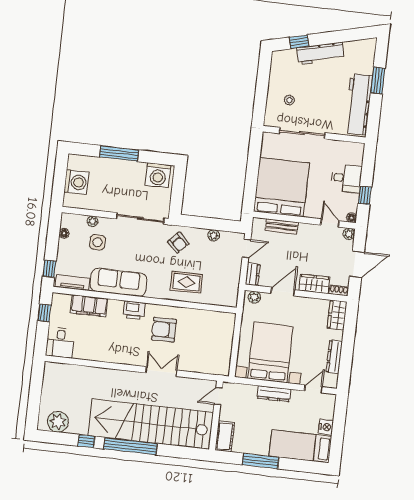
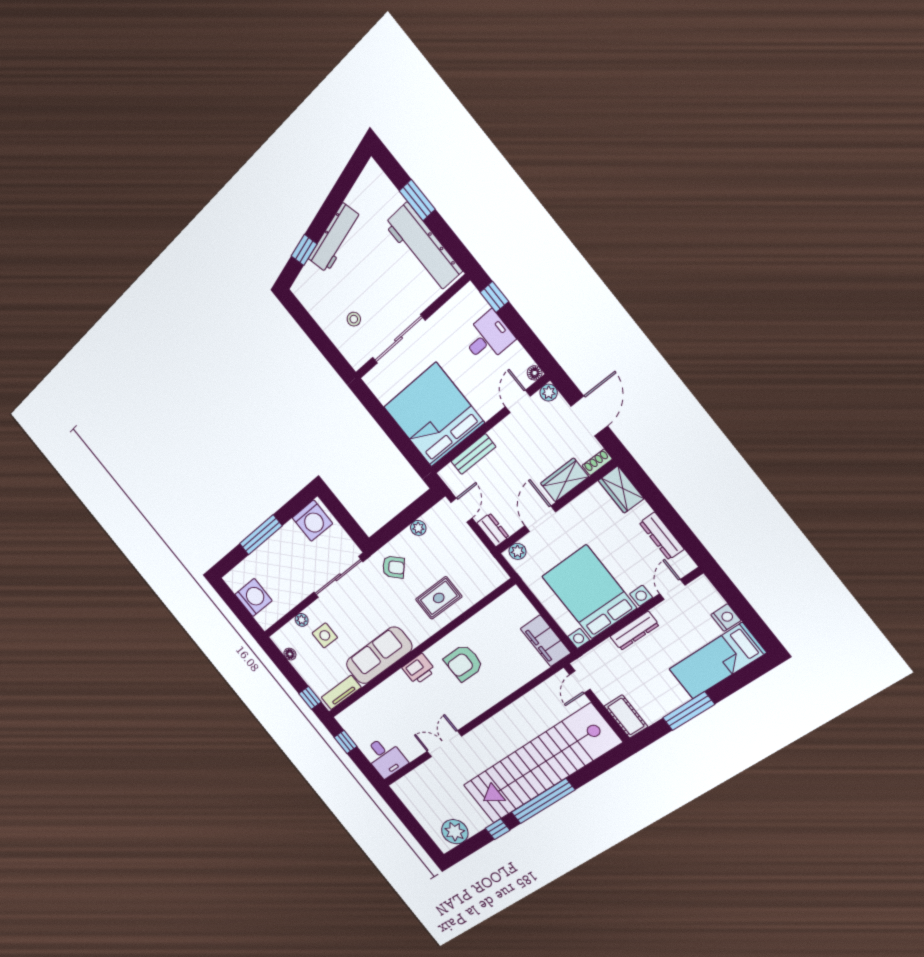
window: (365, 195) -> (494, 297), moved
door: (330, 223) -> (518, 401), hinge flipped
filing cabinet: (89, 306) -> (546, 641), moved, turned 90
double door: (161, 372) -> (444, 744), moved

